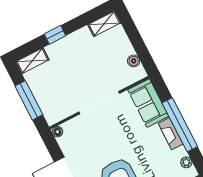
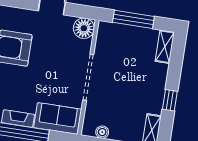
window: (55, 35) -> (170, 100), moved
floor lamp: (57, 132) -> (84, 28), width x1.89, depth x1.89

